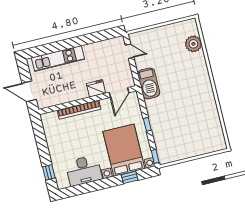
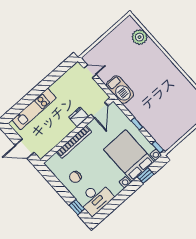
chair: (63, 143) -> (75, 177), added
desk: (84, 171) -> (96, 198), moved

